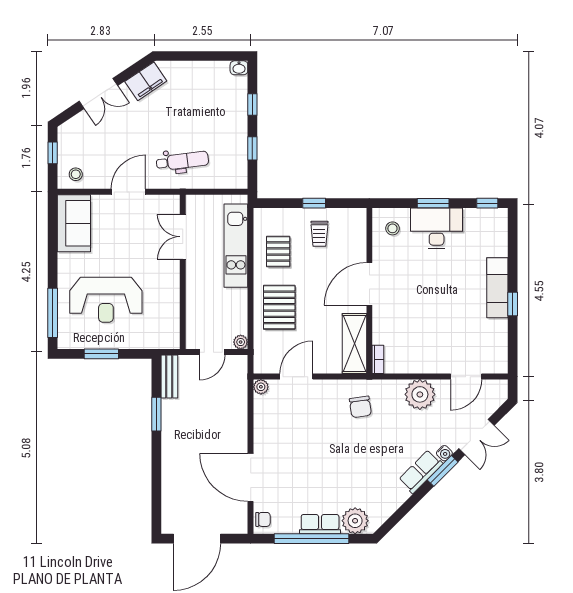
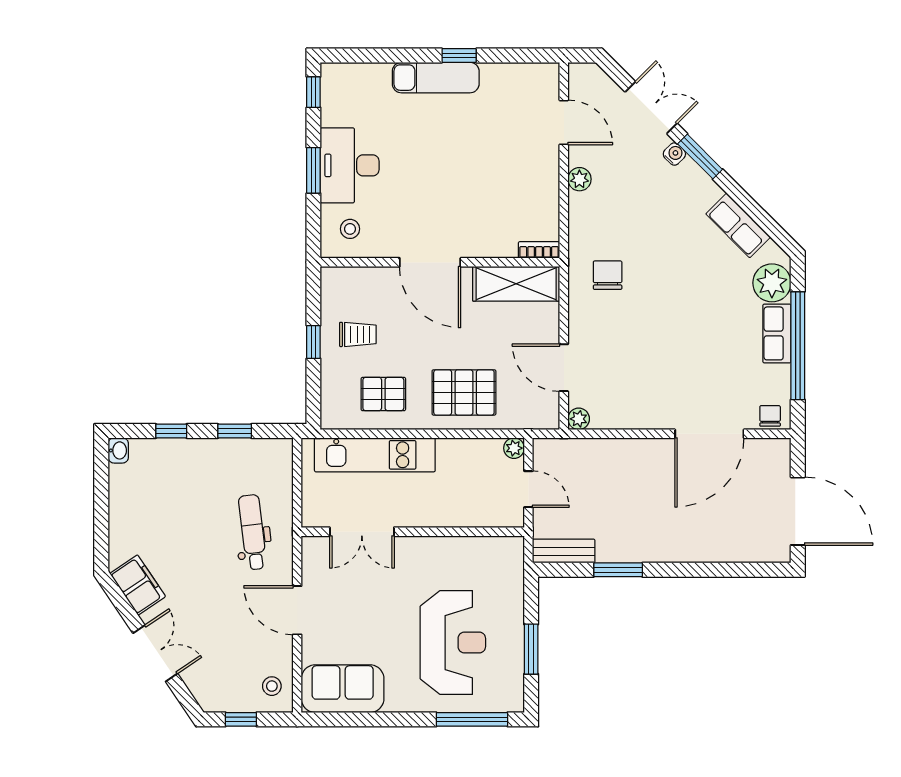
plant: (420, 394) -> (579, 179), width x0.53, depth x0.53
chair: (360, 407) -> (608, 275), turned -82
row of seats: (421, 472) -> (738, 225), moved

